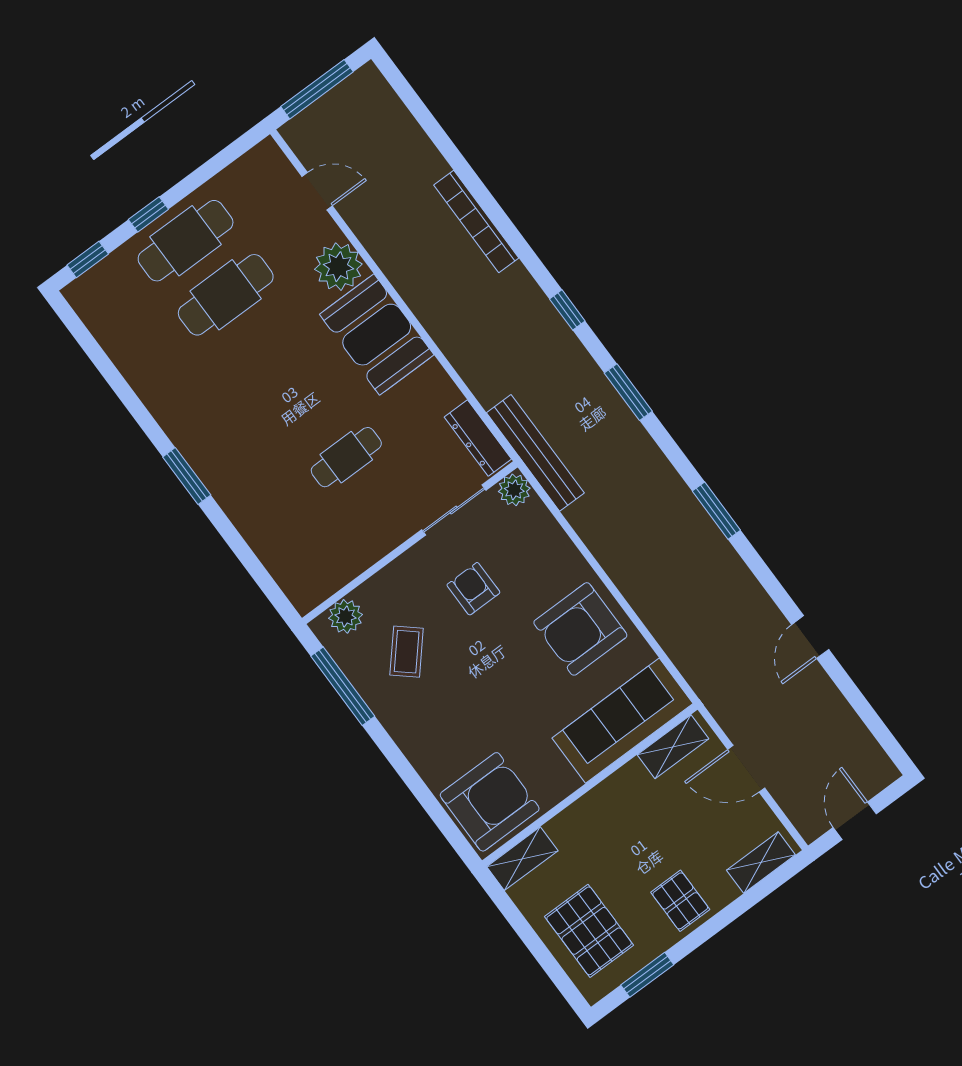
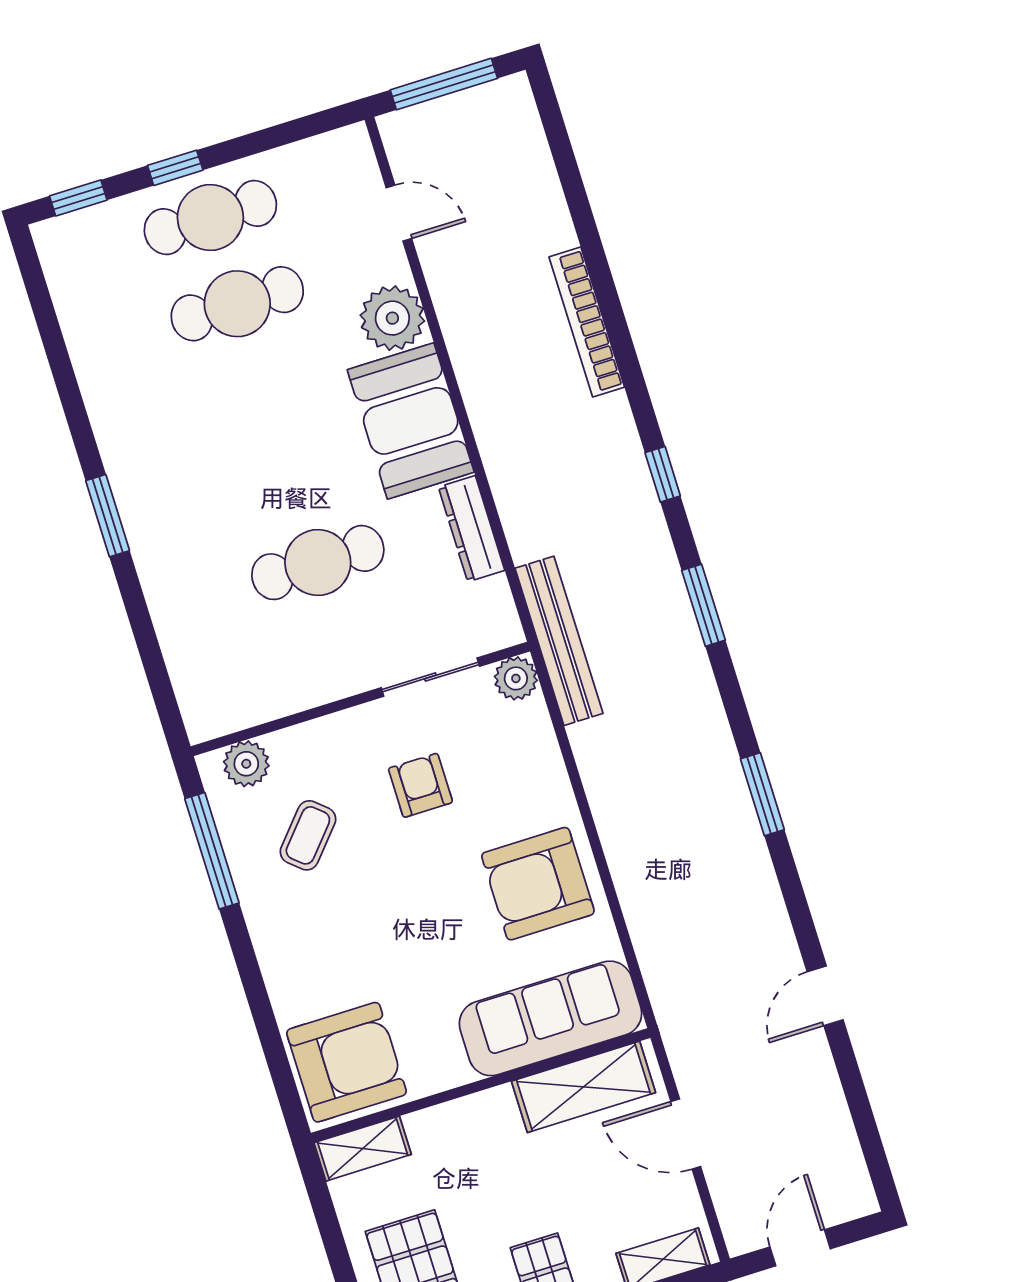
dresser: (478, 438) -> (472, 529), moved
cafe table: (346, 457) -> (318, 563), width x1.37, depth x1.35
shelving: (673, 747) -> (584, 1087), width x1.50, depth x1.33

